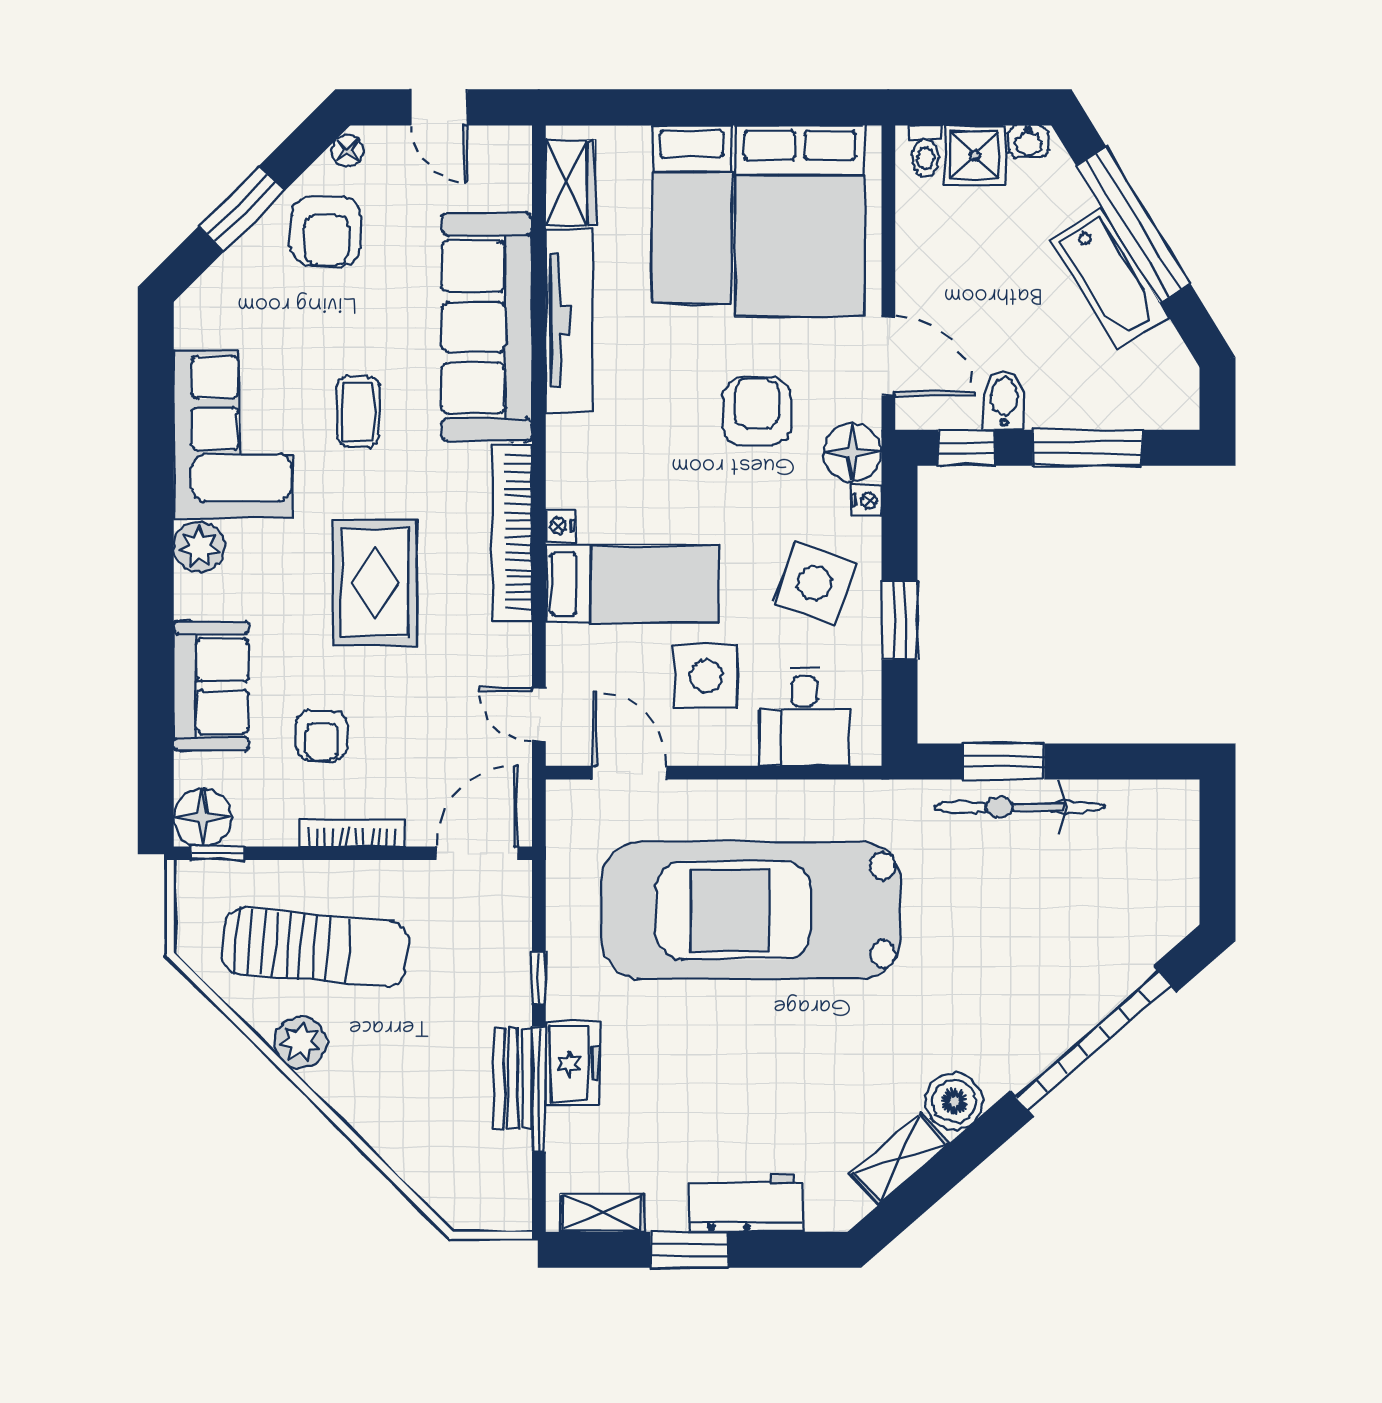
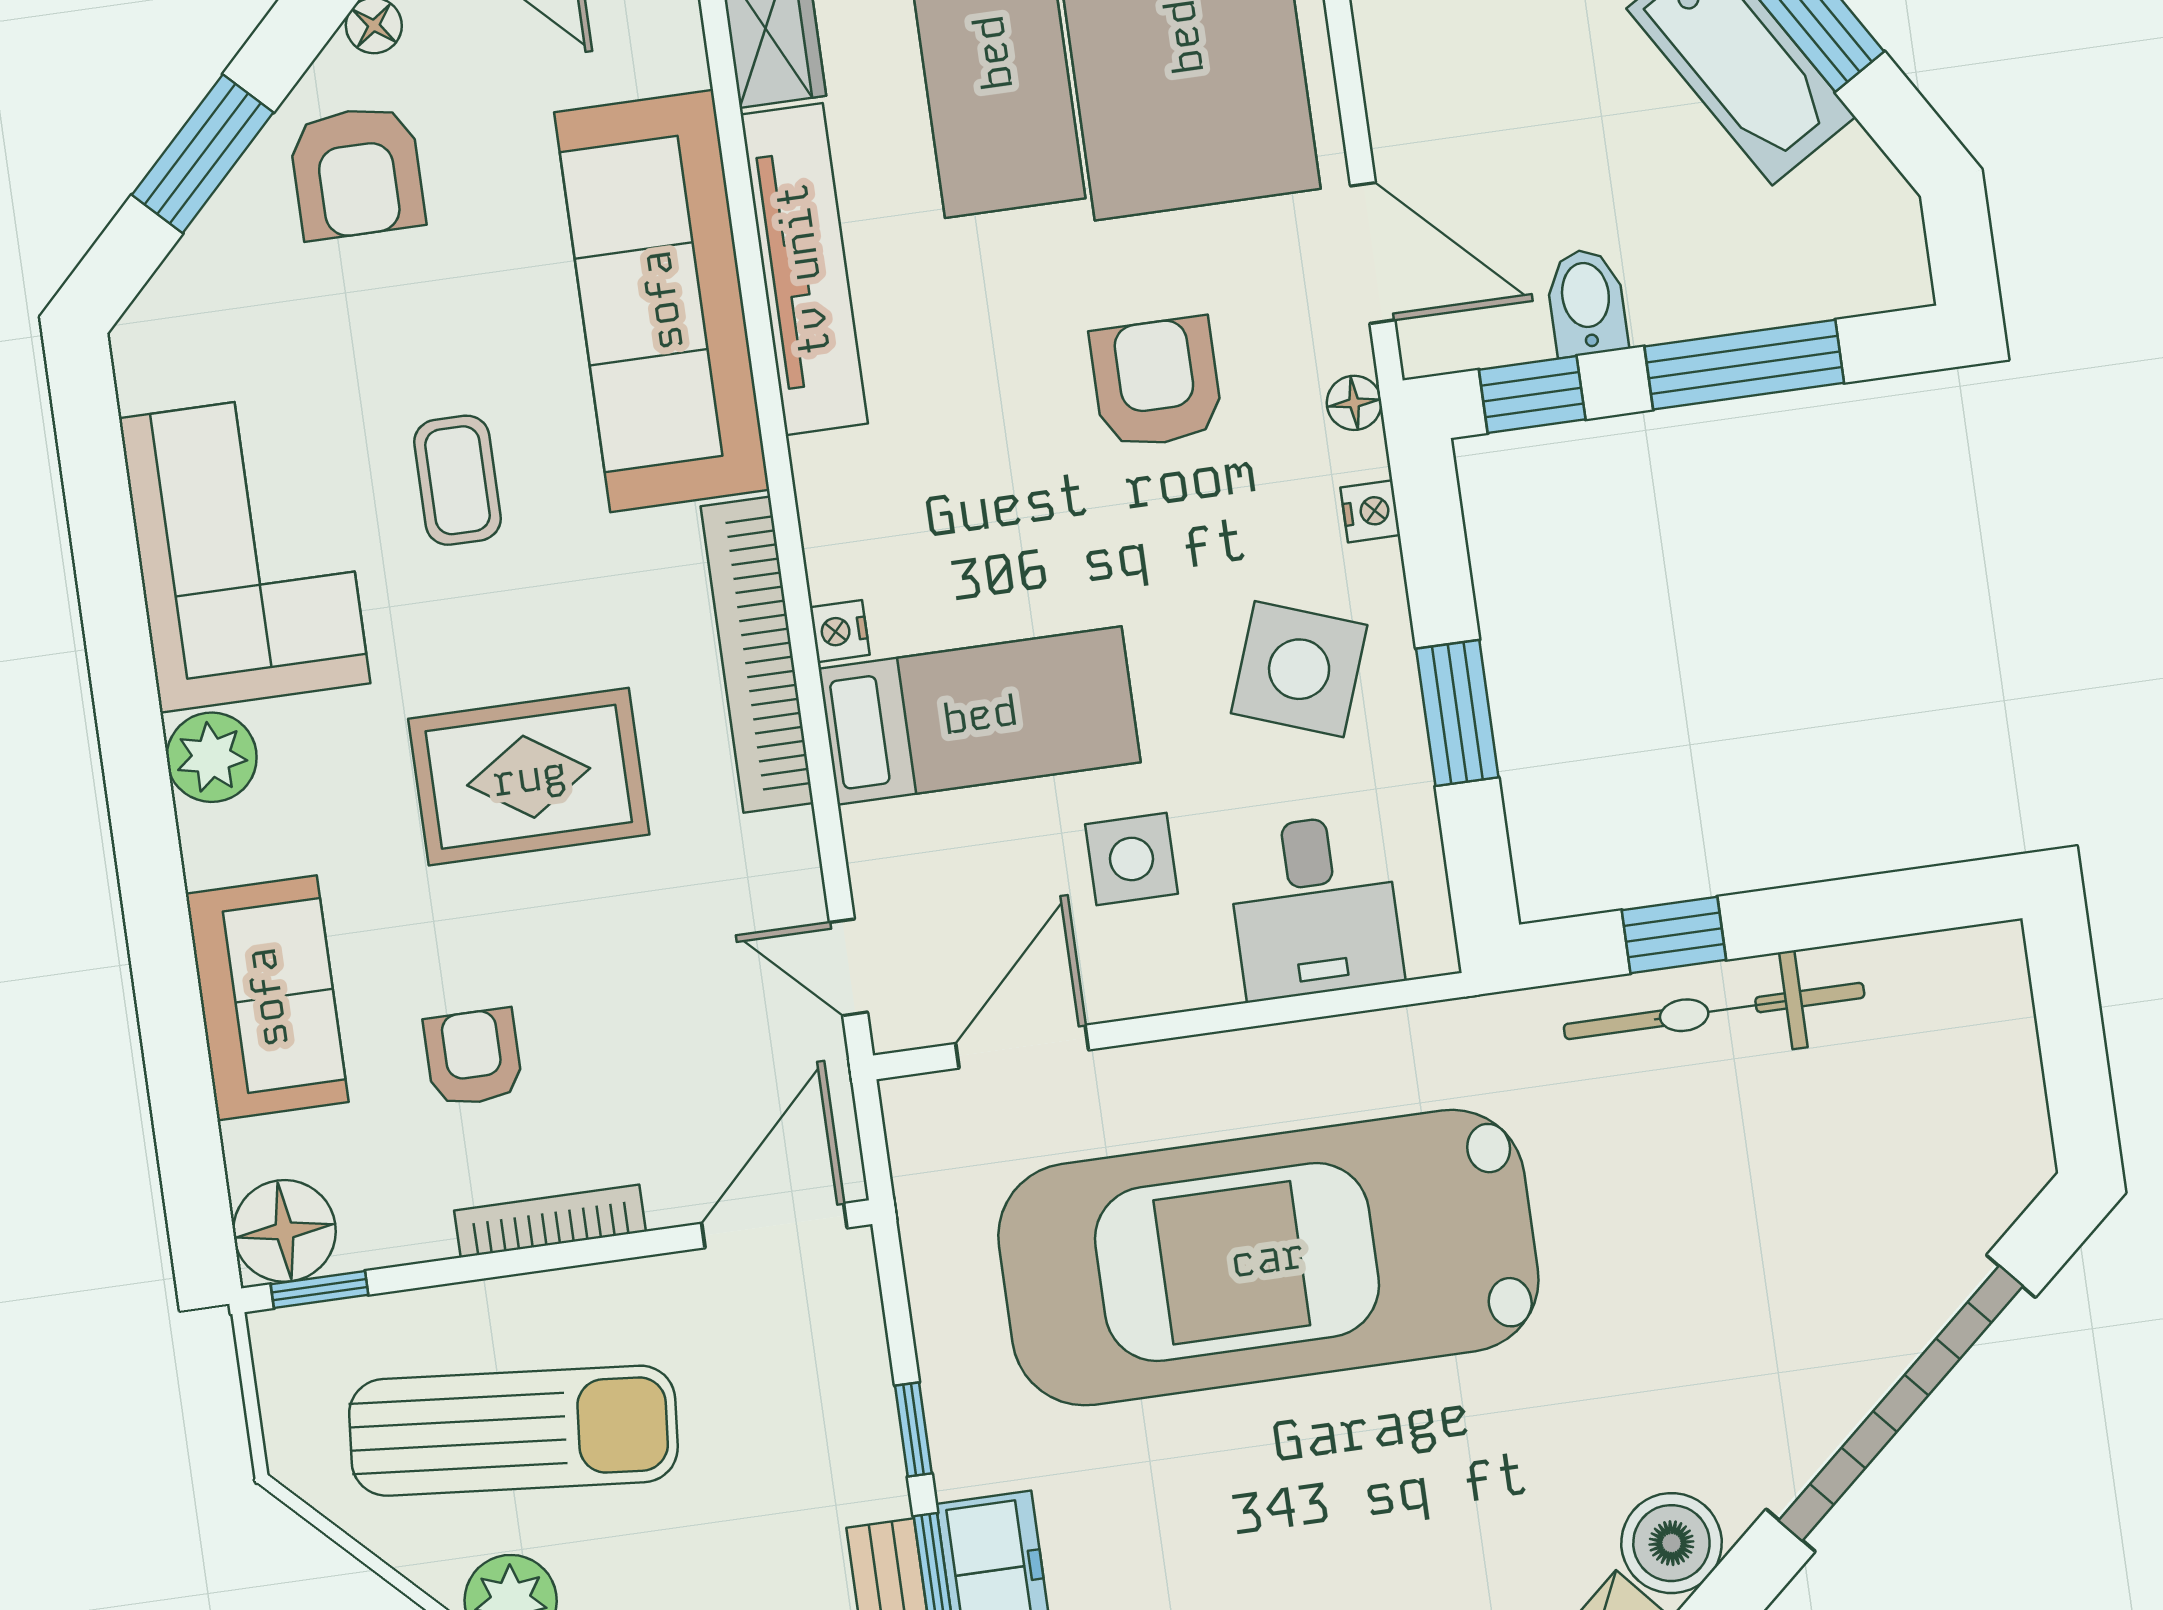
floor lamp: (853, 452) -> (1354, 403), width x0.53, depth x0.53
rug: (375, 583) -> (529, 777), turned 90
side table: (706, 676) -> (1131, 859), width x0.73, depth x0.73
armchair: (322, 735) -> (473, 1057), turned 180
window: (1003, 761) -> (1674, 935), width x0.67
door: (630, 773) -> (1022, 1047), hinge flipped

